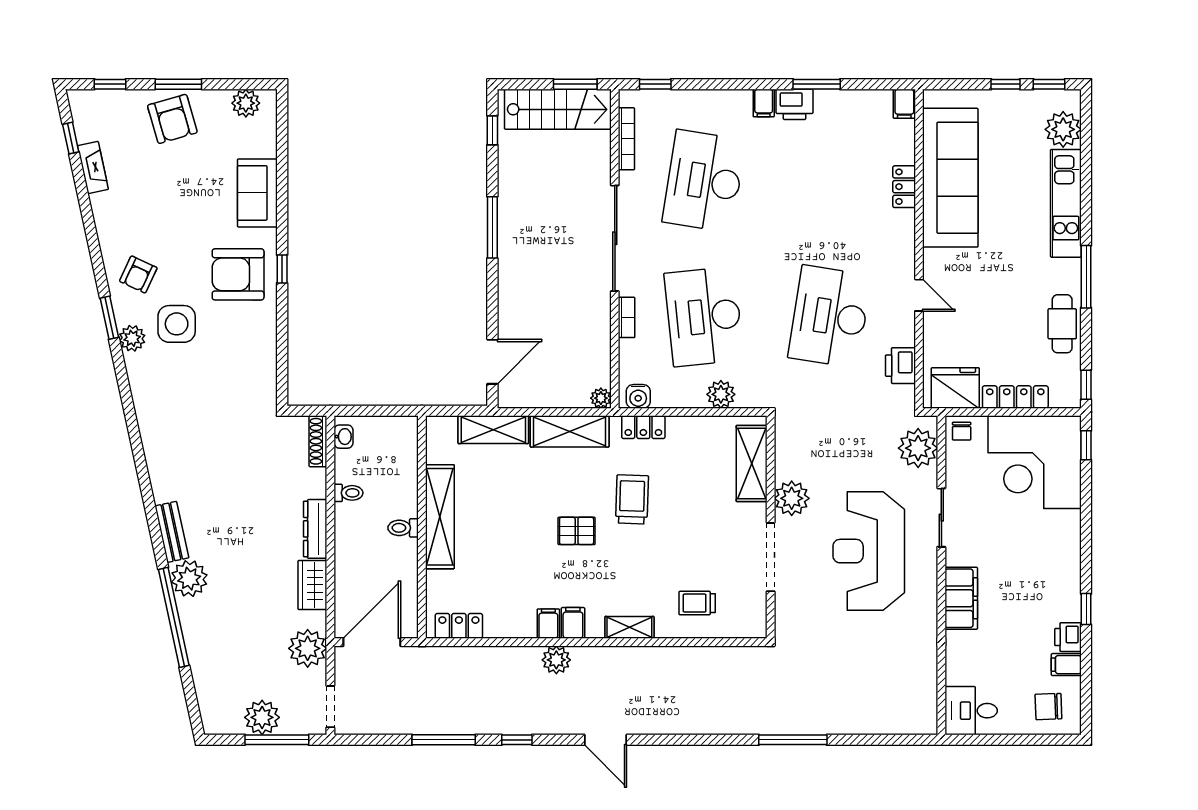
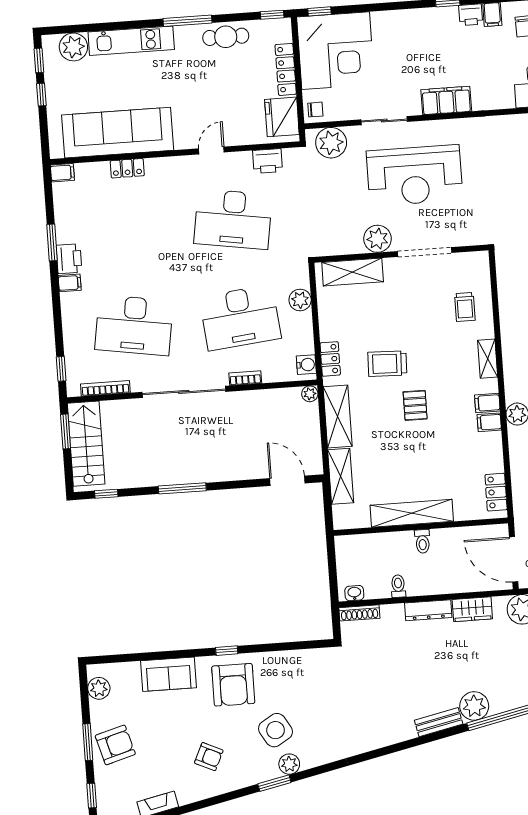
armchair: (138, 274) -> (209, 757), moved
side table: (177, 324) -> (276, 730), turned -31

